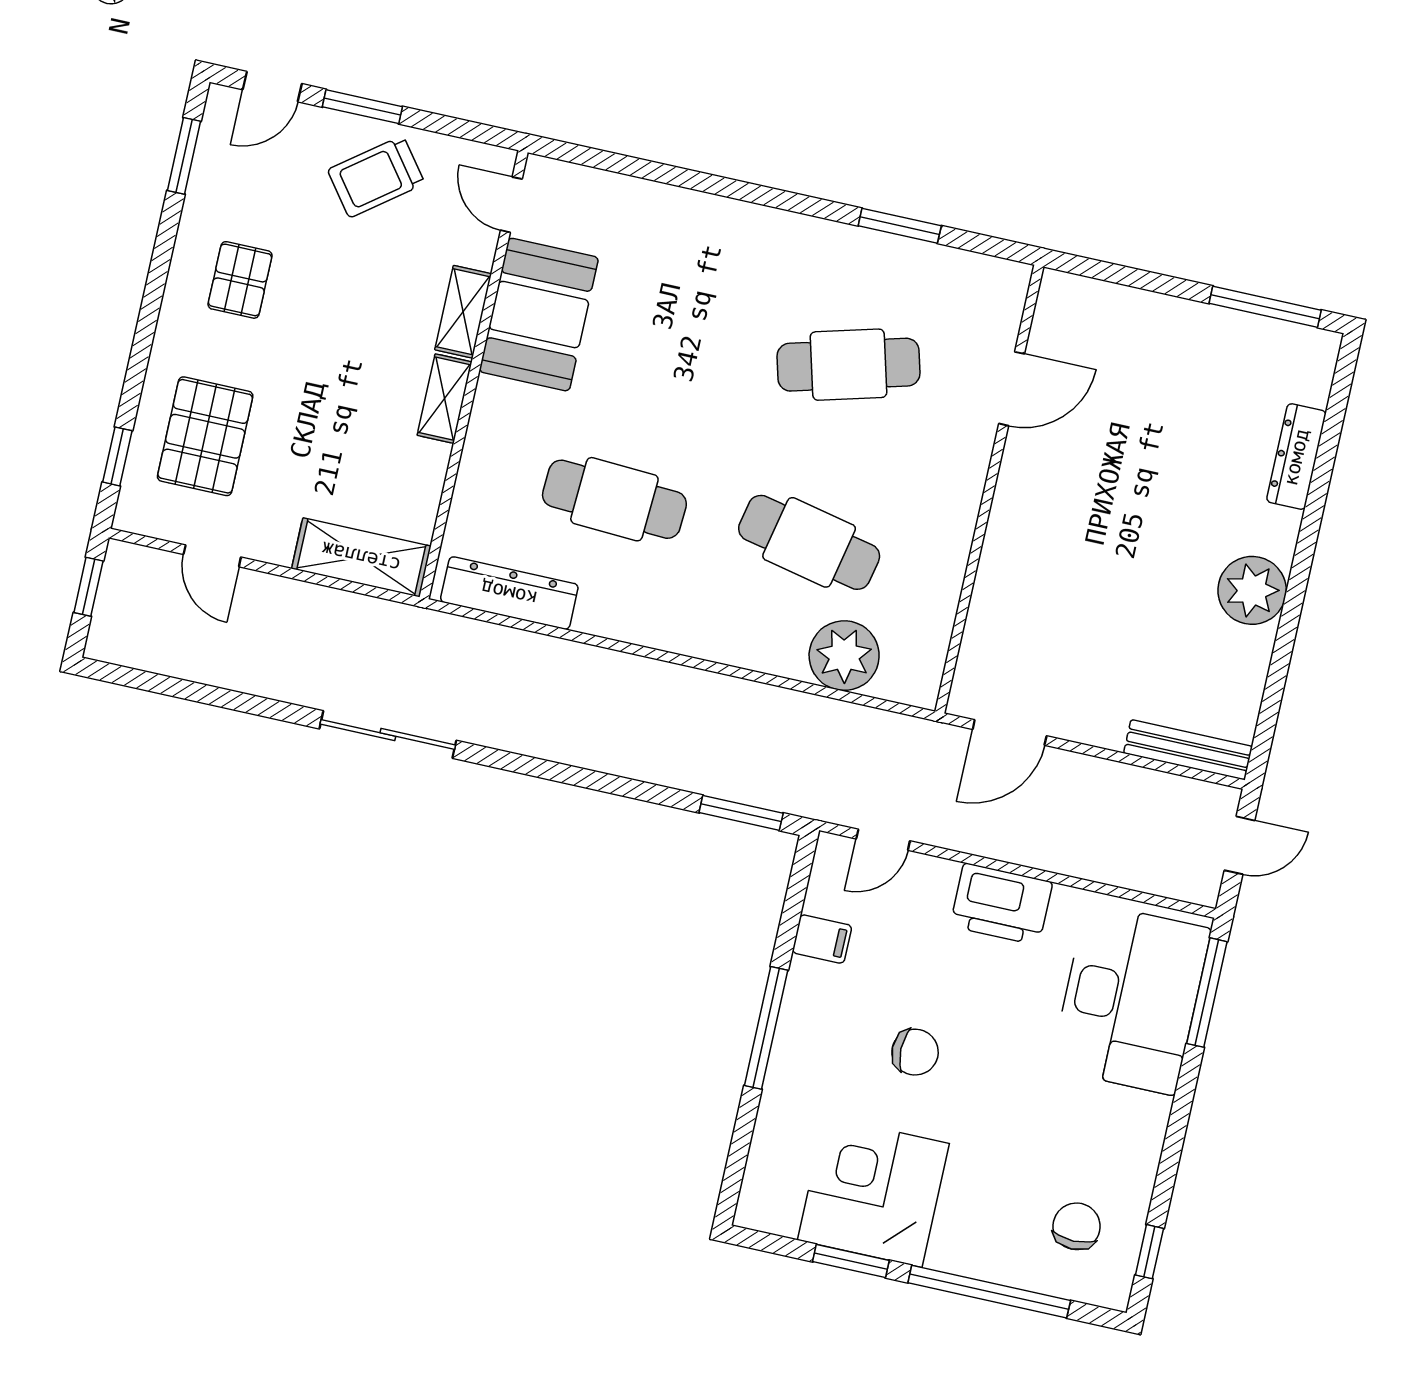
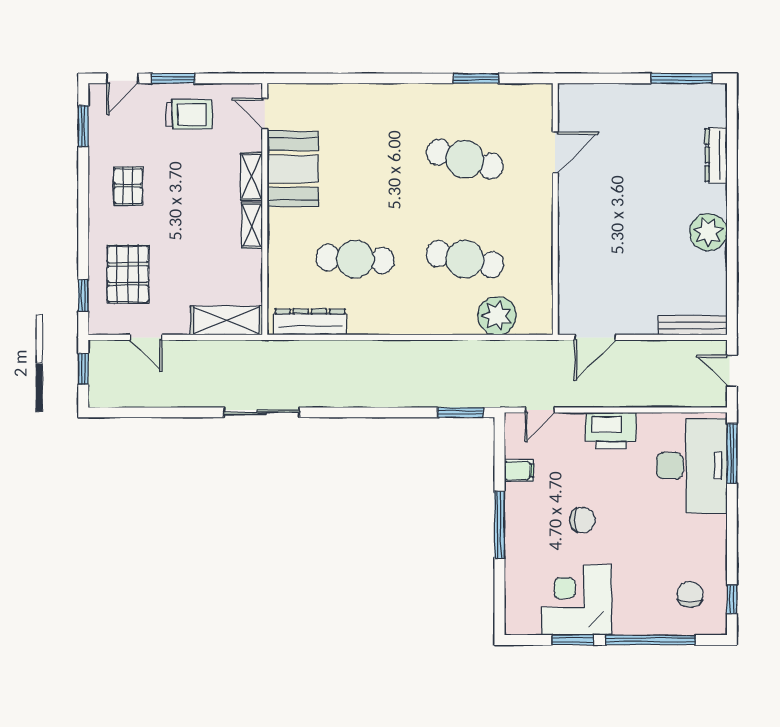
trolley: (376, 177) -> (189, 114), turned -143
cafe table: (848, 365) -> (465, 159), turned 30
door: (1240, 845) -> (732, 371), swing flipped

